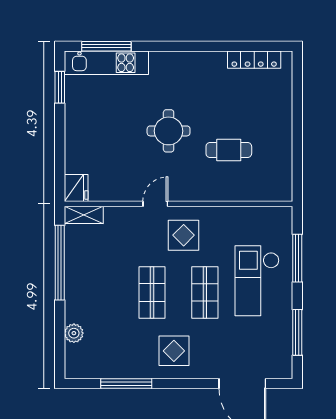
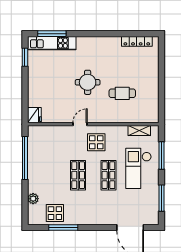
shelving: (84, 215) -> (139, 131), moved
display table: (174, 351) -> (55, 213), moved

